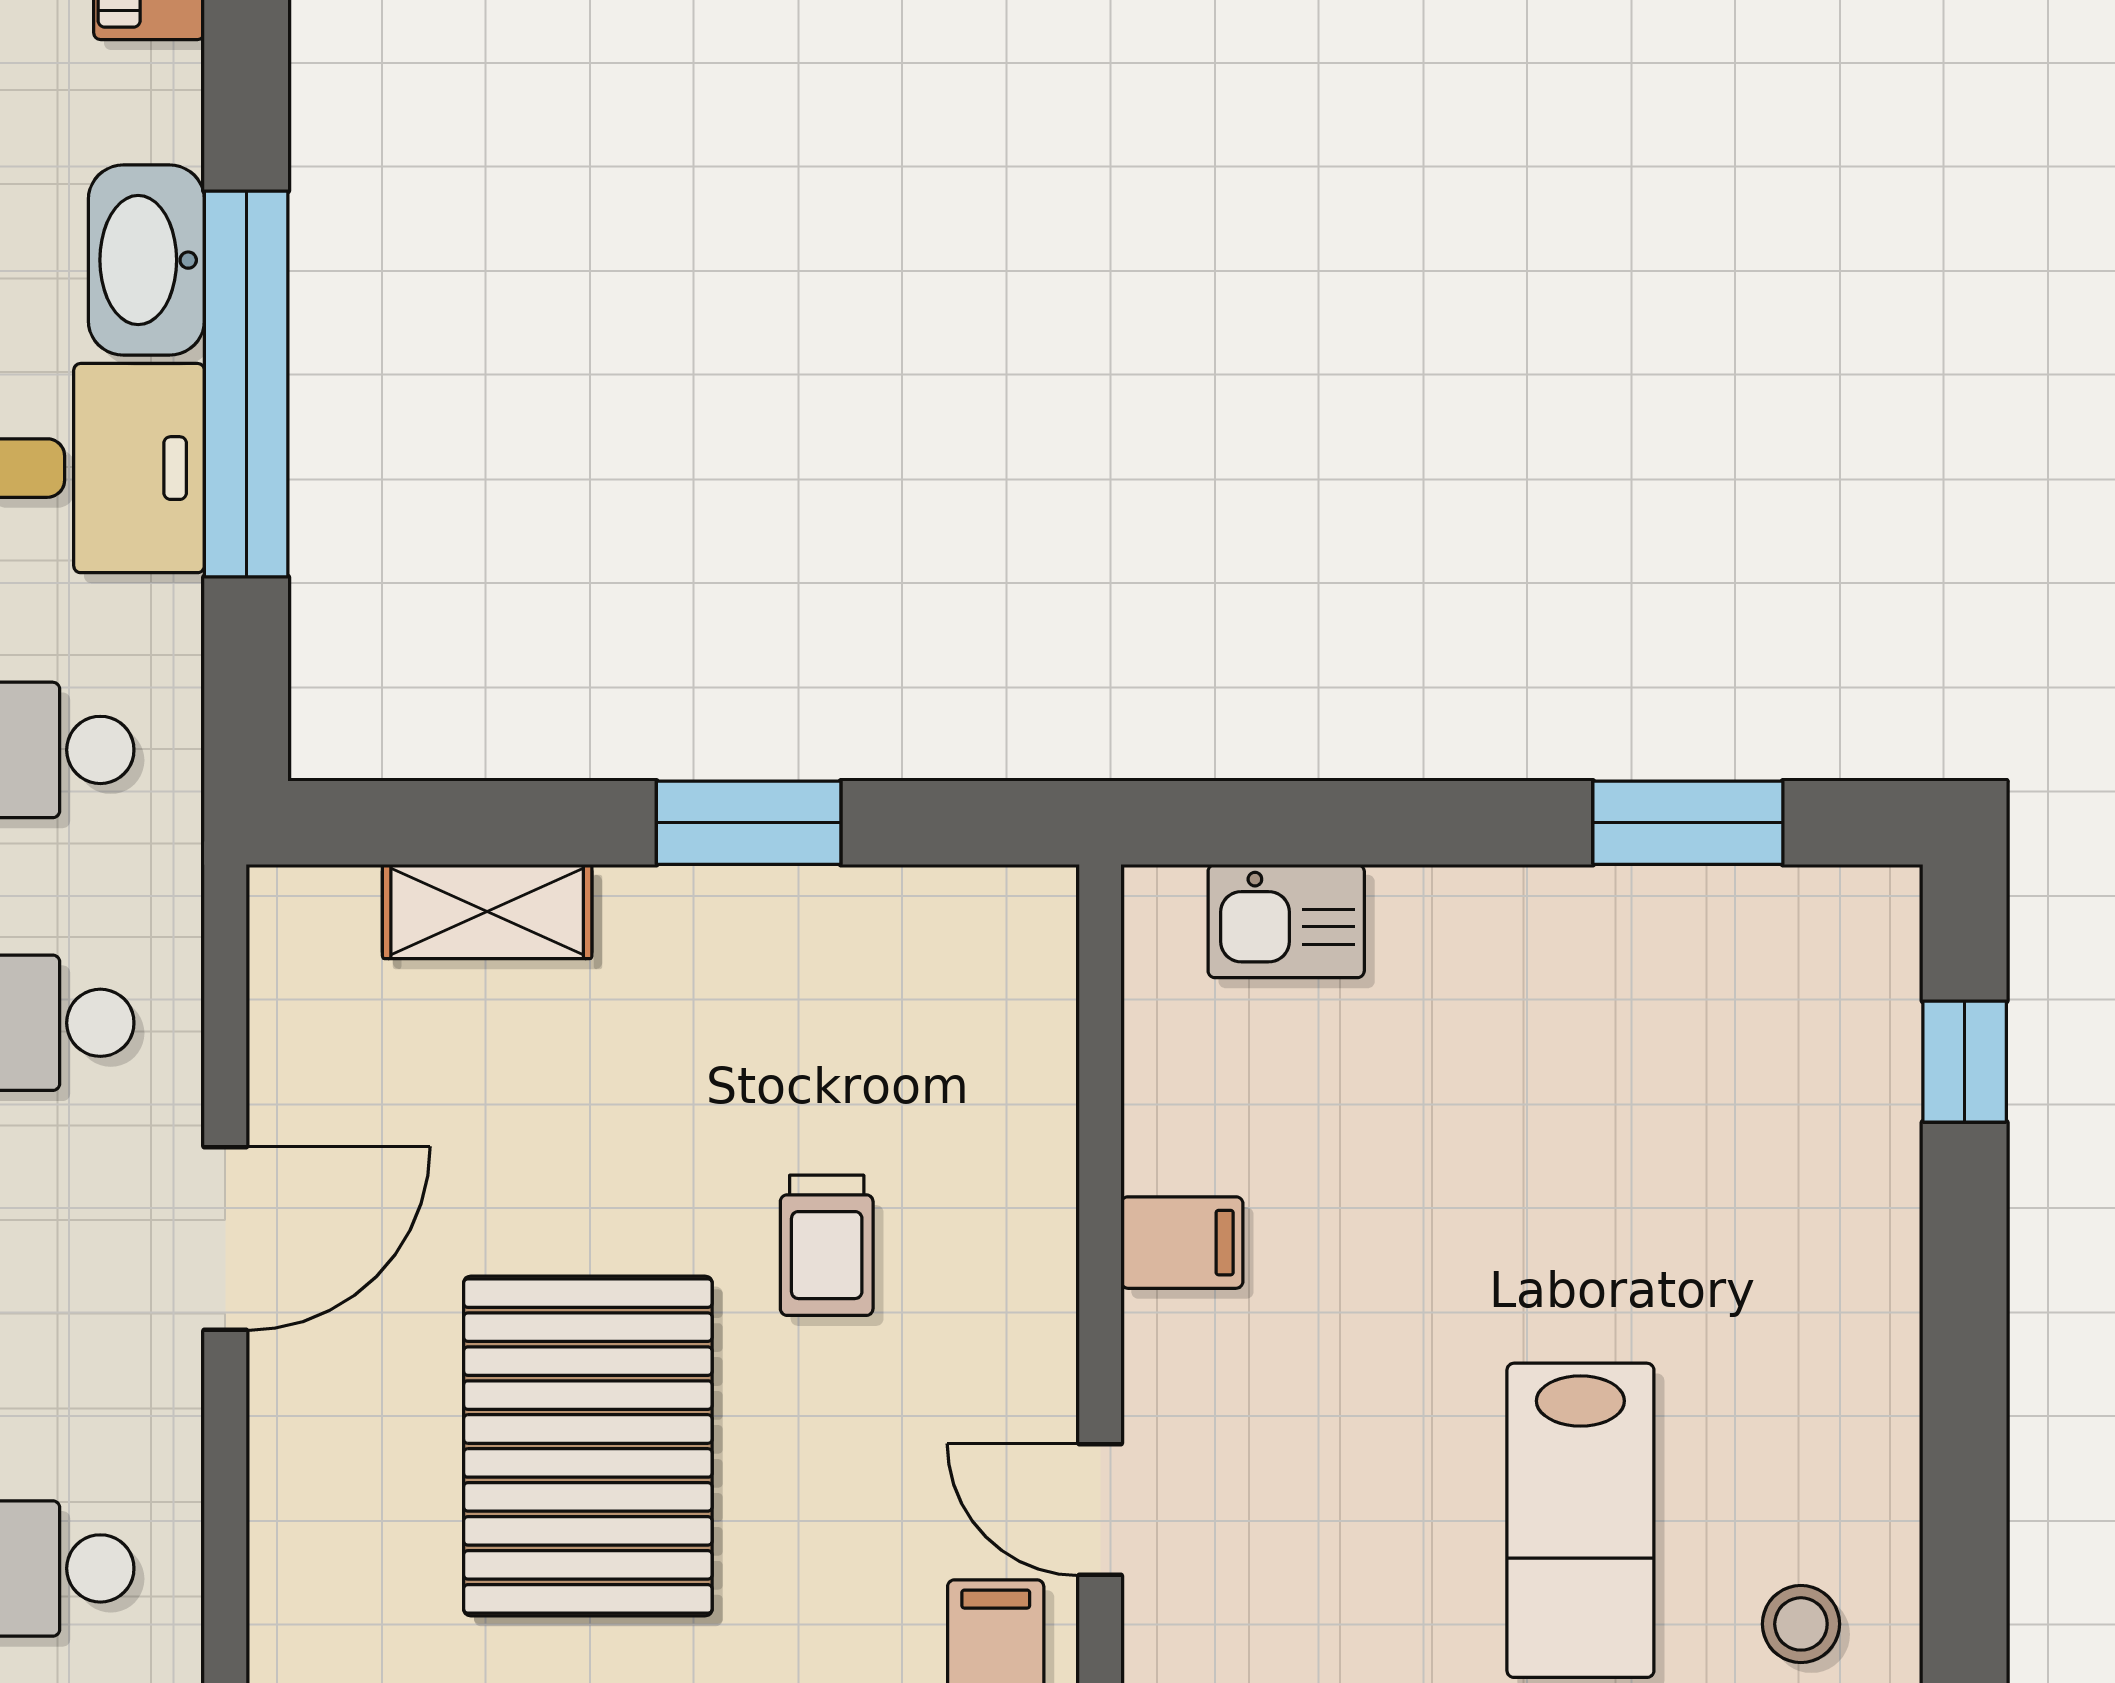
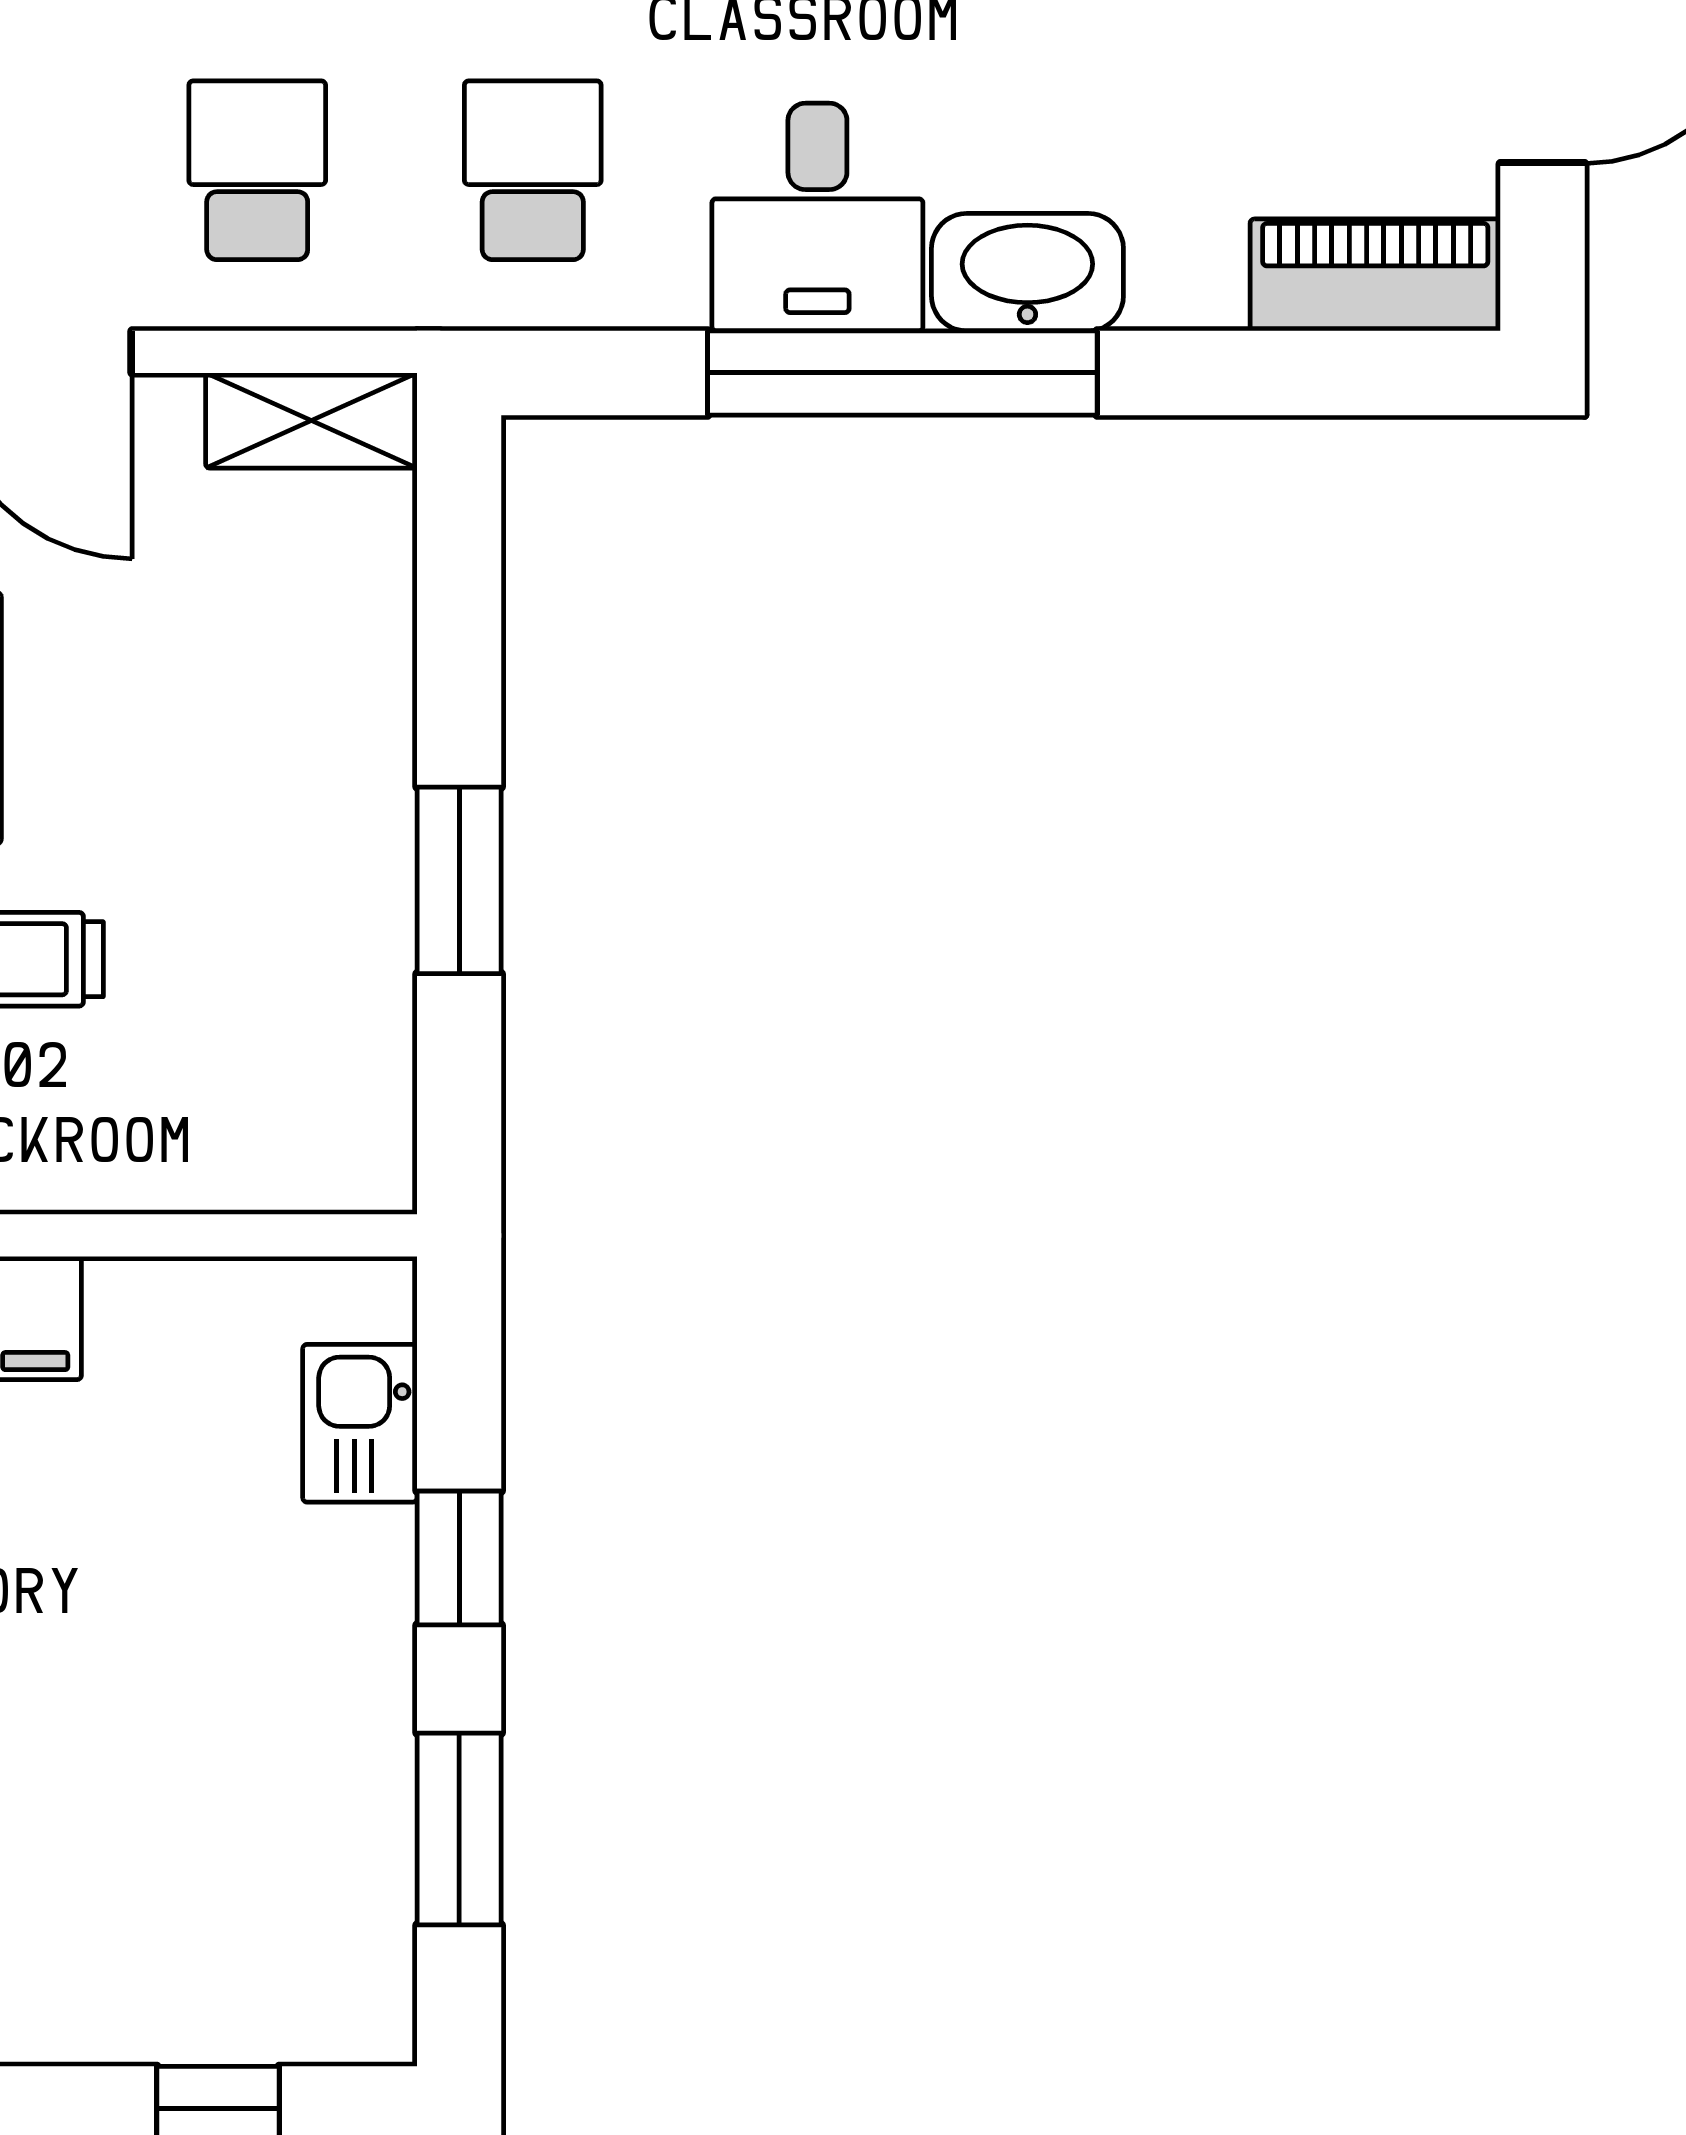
window: (1420, 823) -> (459, 1558), added
shelving: (487, 912) -> (311, 421), moved, turned 90

